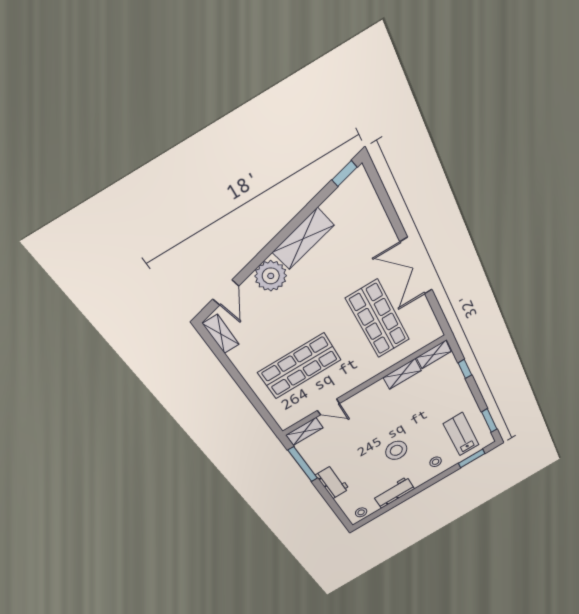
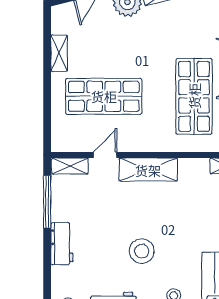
shelving: (221, 334) -> (59, 53), moved
shelving: (402, 374) -> (148, 170), moved, width x1.50, depth x1.33
door: (328, 407) -> (105, 155), swing flipped

